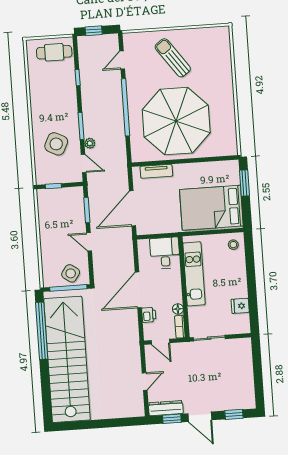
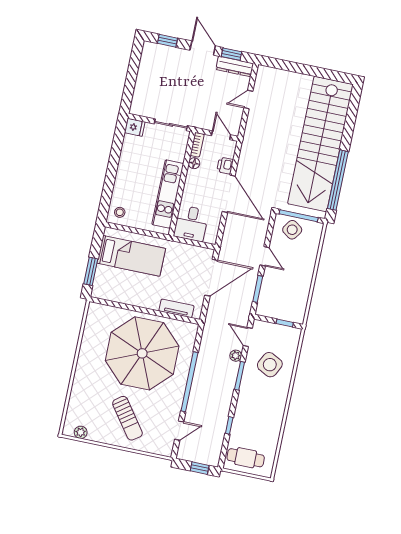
plant: (212, 33) -> (81, 432), added
bed: (211, 208) -> (131, 256), width x0.67
door: (138, 290) -> (229, 194), hinge flipped
fridge: (240, 306) -> (135, 127), moved

